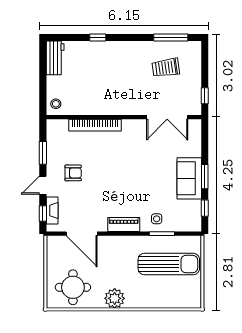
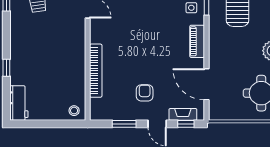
workbench: (55, 58) -> (19, 103), moved, turned 90
door: (82, 234) -> (207, 84), swing flipped

